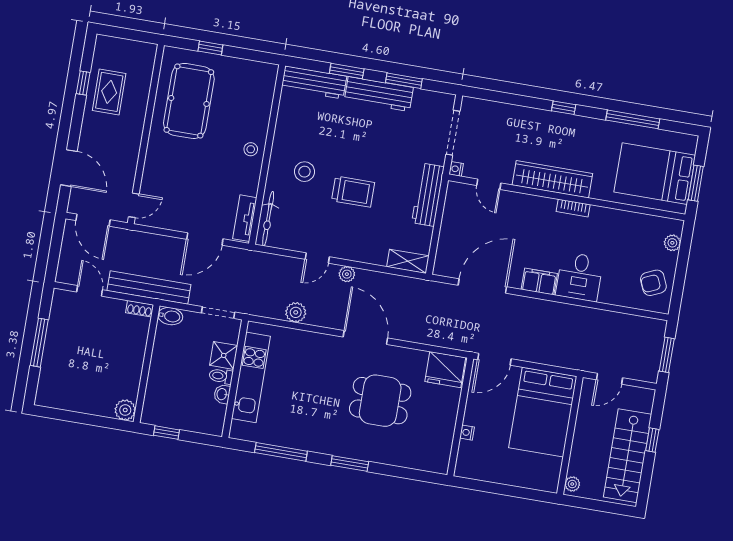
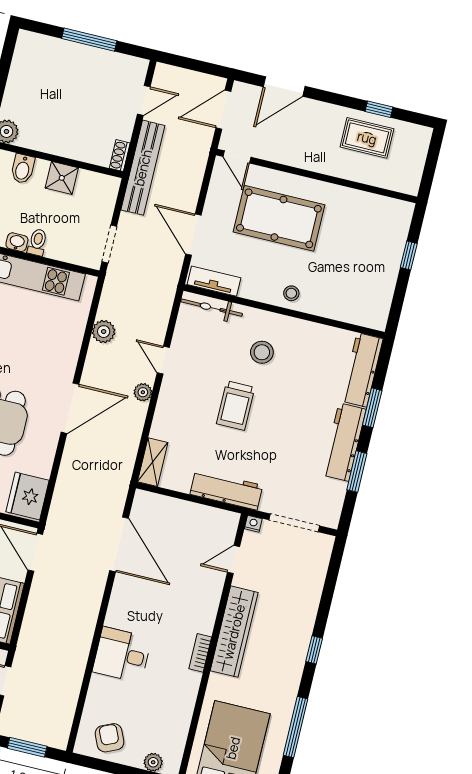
pool table: (189, 101) -> (279, 218), moved
filing cabinet: (539, 282) -> (120, 609), removed
bidet: (170, 316) -> (23, 169), moved
shower: (224, 355) -> (62, 178), moved

